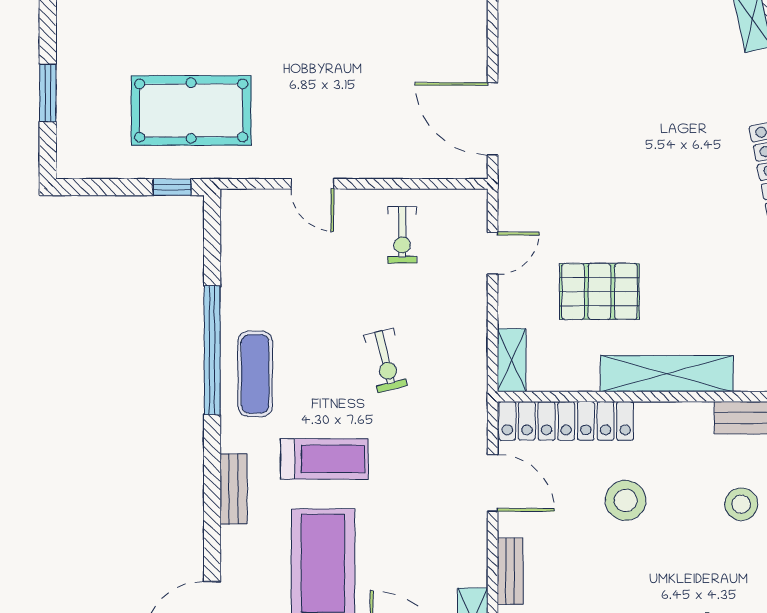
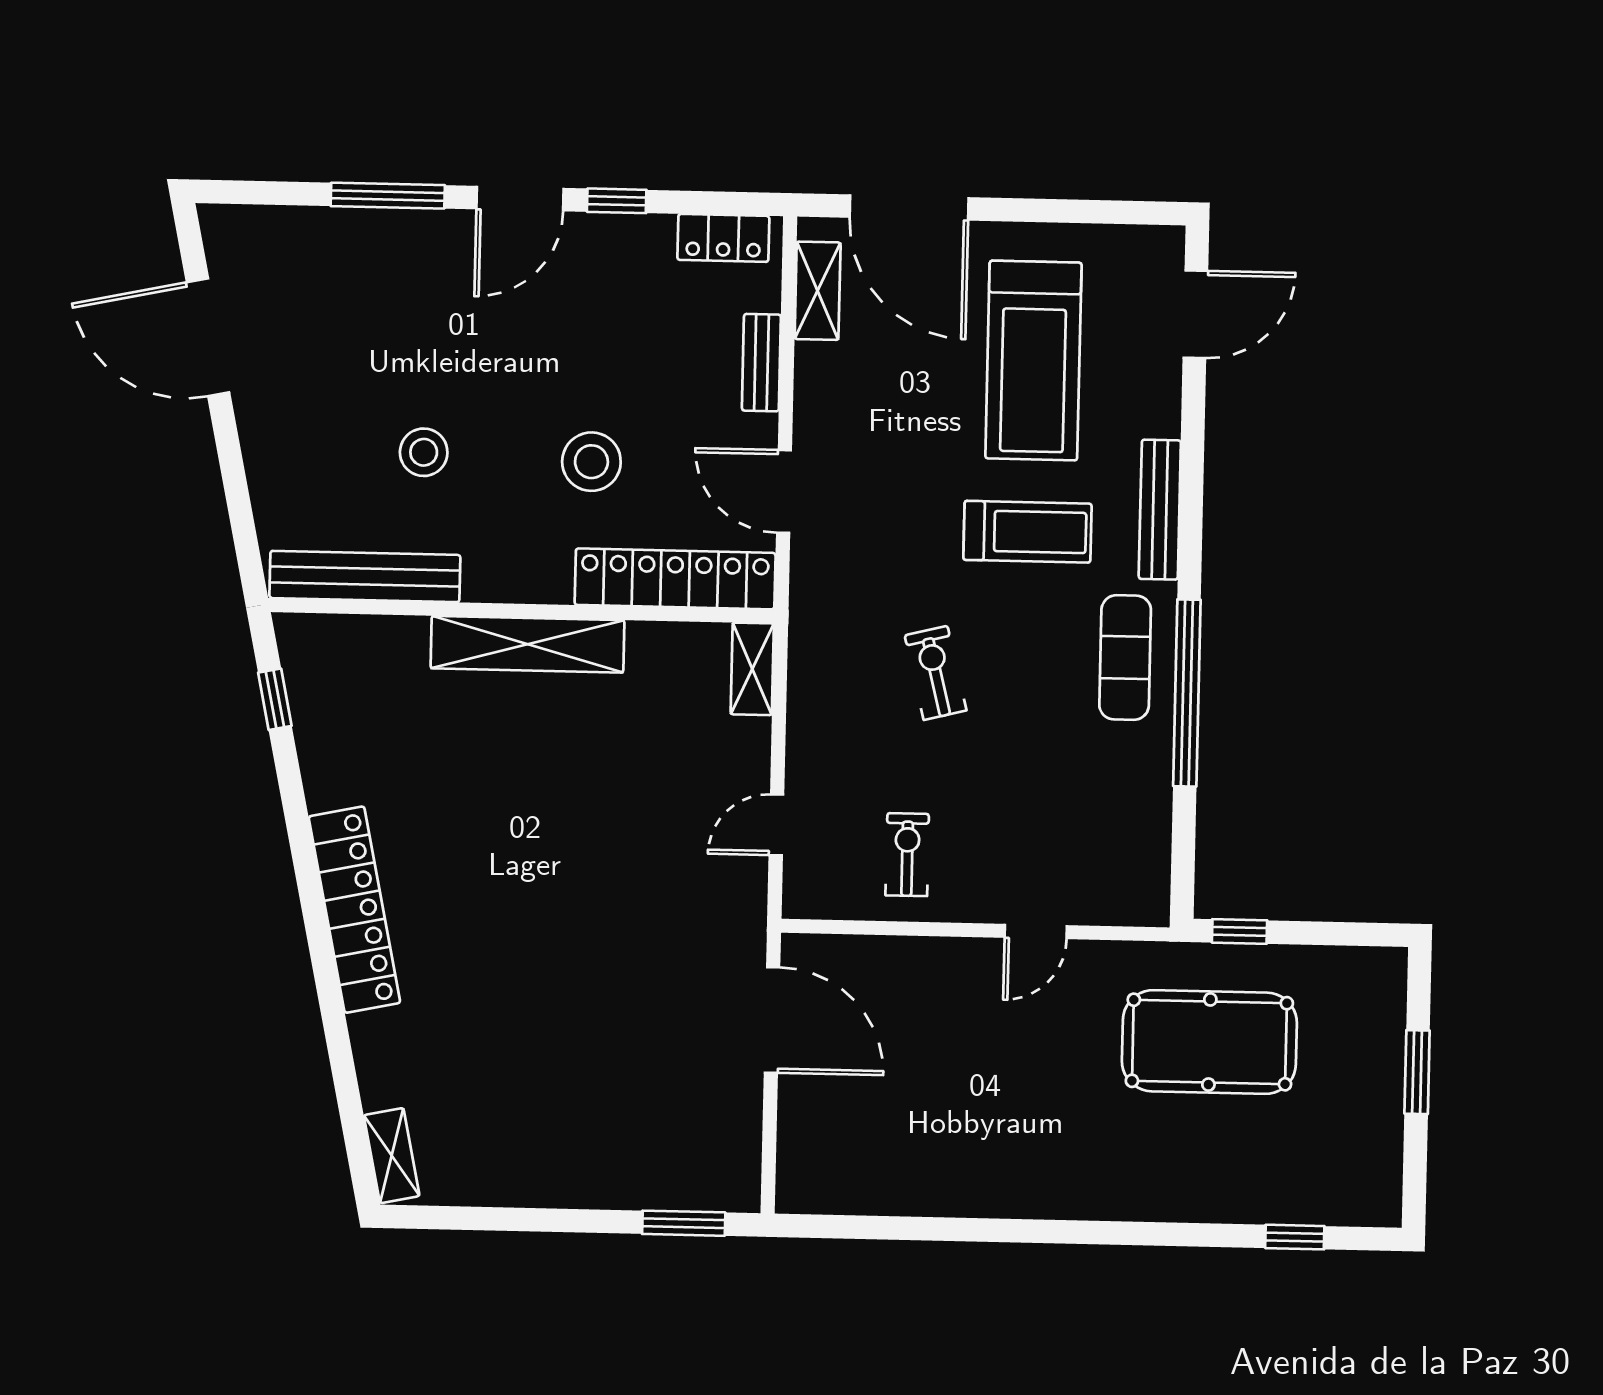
door: (312, 184) -> (1036, 931), swing flipped
pallet: (599, 291) -> (623, 766), removed
treadmill: (324, 459) -> (1027, 532), turned 180
bench: (234, 489) -> (1160, 510), width x1.36

